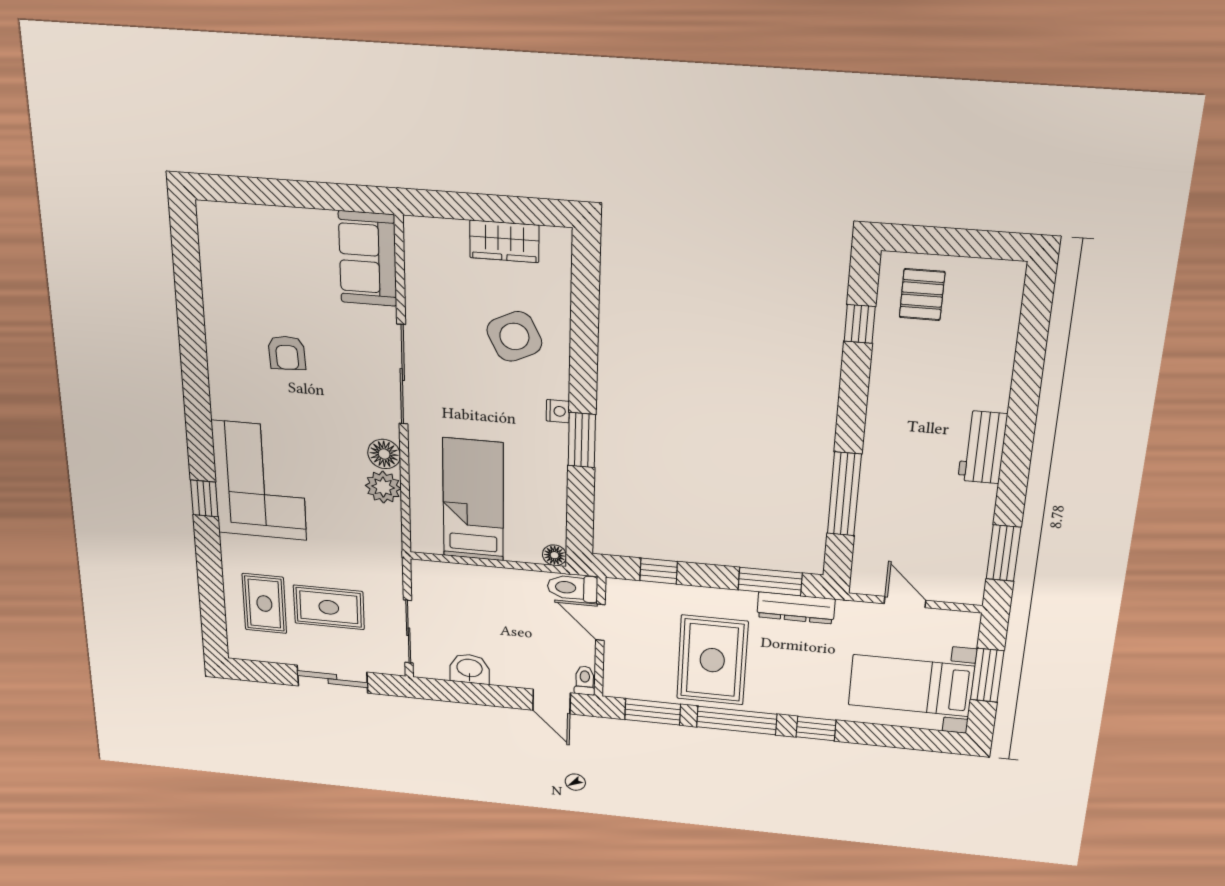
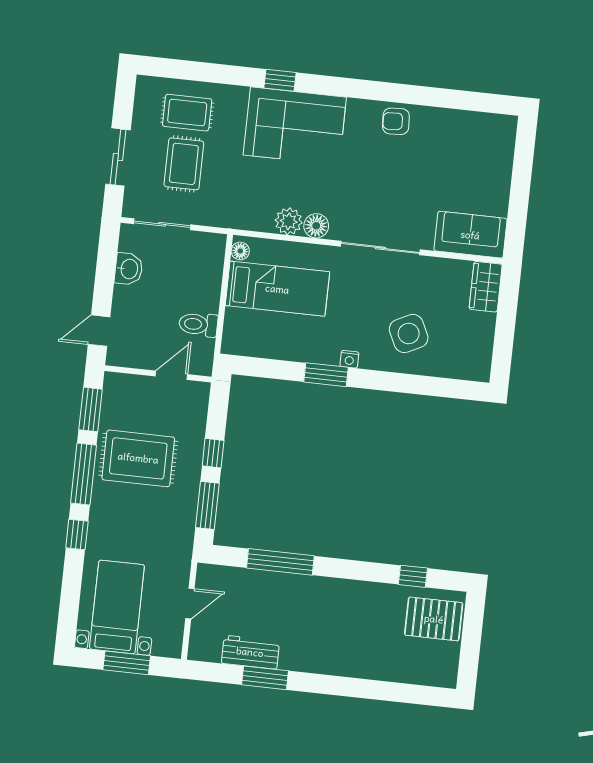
wardrobe: (504, 241) -> (486, 287), moved
pallet: (922, 295) -> (434, 619), width x1.50, depth x1.42
armchair: (287, 353) -> (396, 121), moved
workbench: (983, 447) -> (250, 652), moved
window: (1003, 553) -> (265, 678), moved
floor lamp: (555, 555) -> (240, 251), moved
window: (659, 571) -> (213, 453), moved
toilet: (573, 588) -> (198, 324), moved, turned -90
dresser: (796, 608) -> (185, 523), removed
toilet: (585, 680) -> (119, 359), removed

